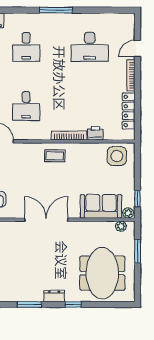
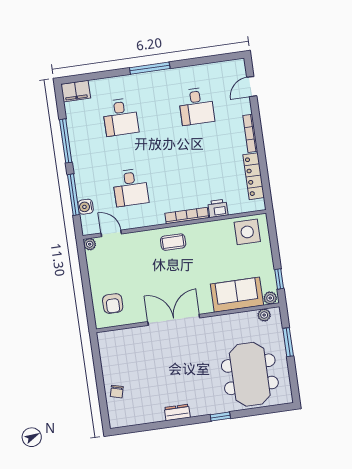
desk: (90, 47) -> (196, 106), width x0.73
door: (138, 49) -> (252, 87), moved
dresser: (54, 296) -> (177, 412), moved
window: (29, 304) -> (168, 424), removed

